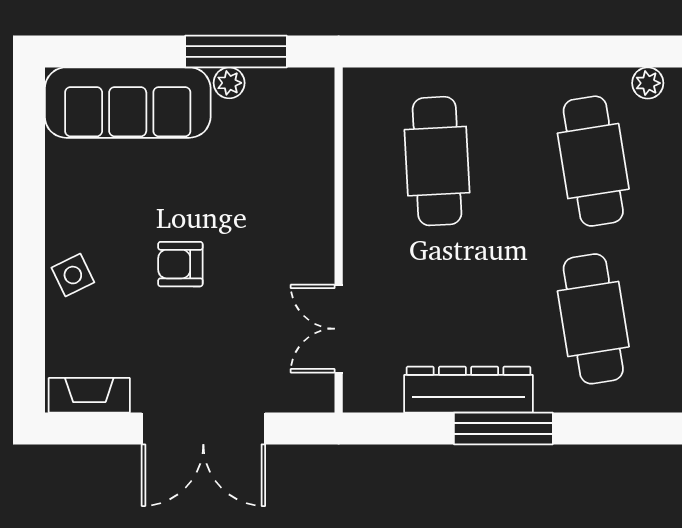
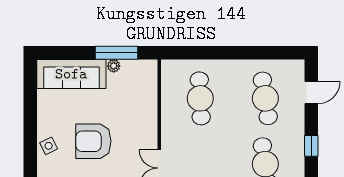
plant: (648, 83) -> (288, 66), removed
armchair: (180, 264) -> (93, 141), width x1.88, depth x1.88

